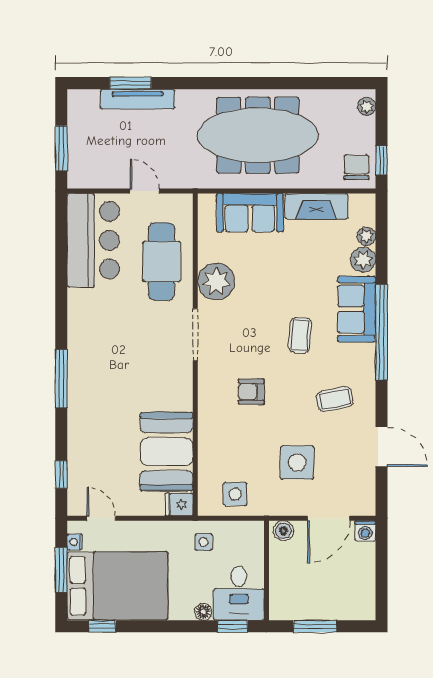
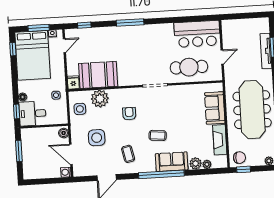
window: (61, 148) -> (240, 16), removed
plant: (216, 282) -> (100, 99), moved

